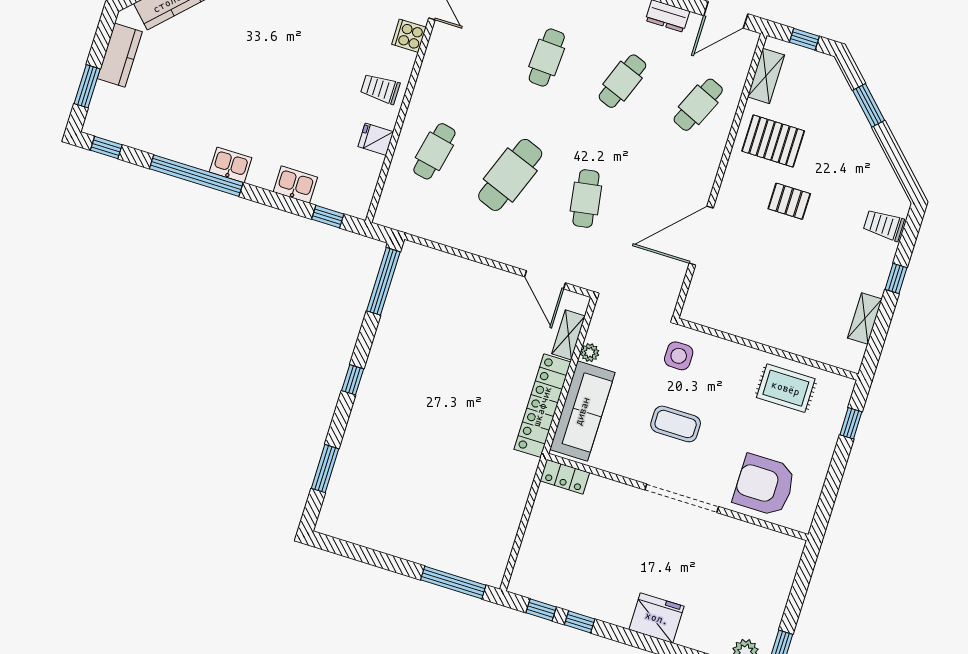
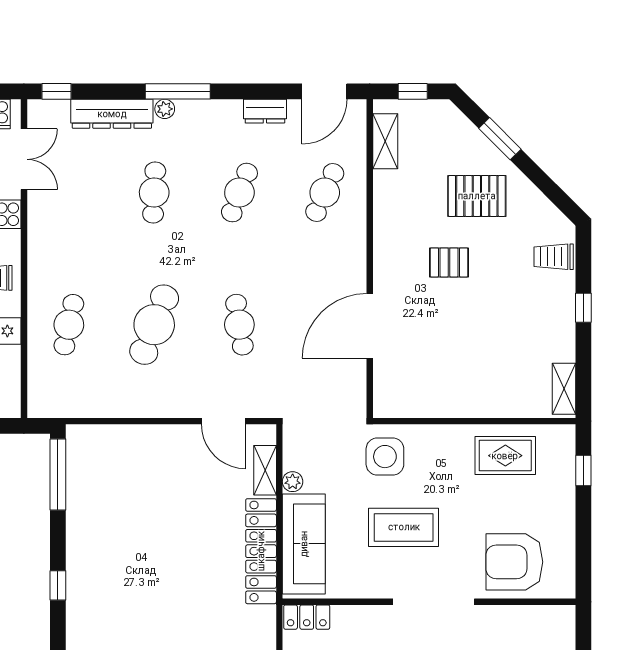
pallet: (773, 141) -> (477, 196), moved
shelving: (865, 319) -> (564, 389), moved
side table: (679, 356) -> (385, 457), width x1.37, depth x1.37
coffee table: (676, 424) -> (404, 527), width x1.36, depth x1.32

